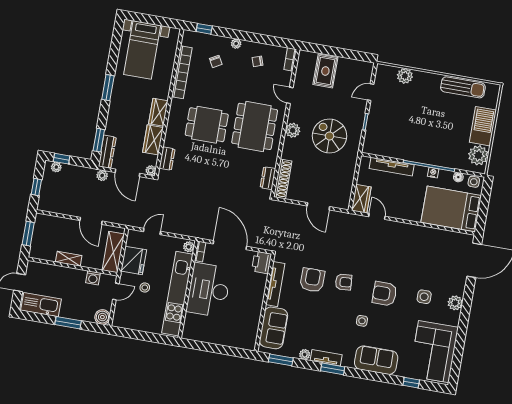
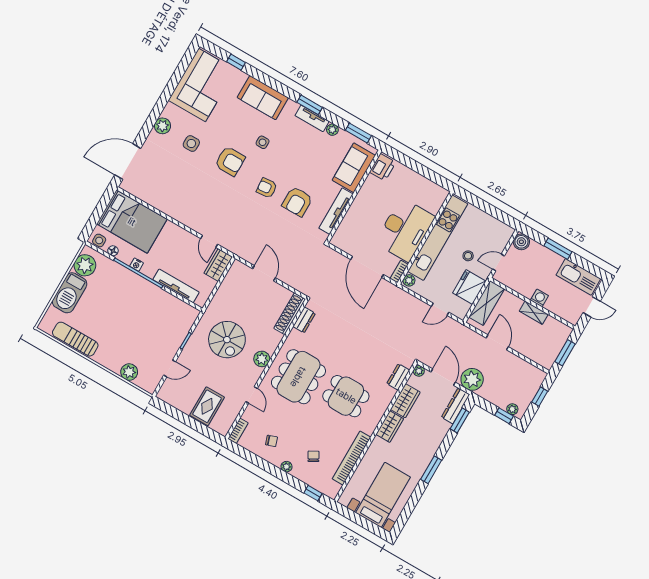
plant: (102, 175) -> (472, 379), width x1.88, depth x1.88
printer: (262, 262) -> (383, 167), moved
washing machine: (93, 278) -> (539, 298), moved

